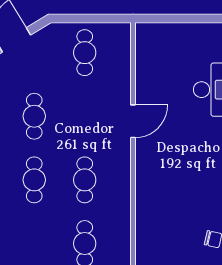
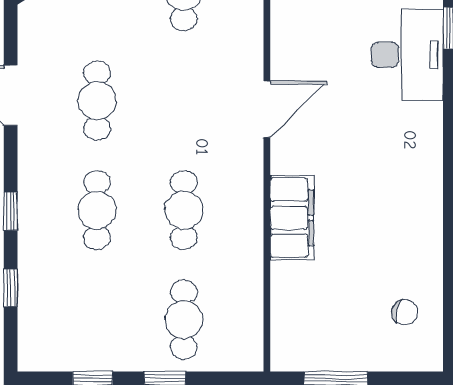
filing cabinet: (148, 184) -> (292, 218), added

